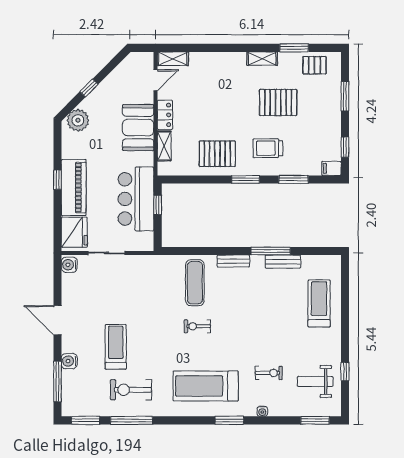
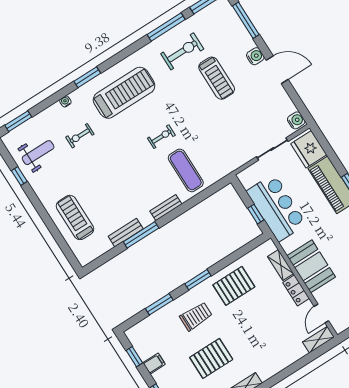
filing cabinet: (331, 168) -> (154, 364), moved
treadmill: (319, 303) -> (75, 217), turned 180
water cooler: (69, 361) -> (255, 56), moved

